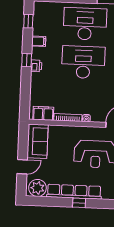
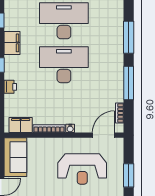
filing cabinet: (39, 41) -> (12, 43), width x2.00
printer: (36, 66) -> (10, 87), moved

